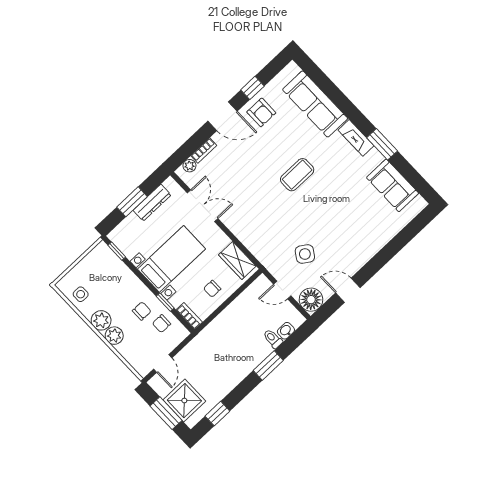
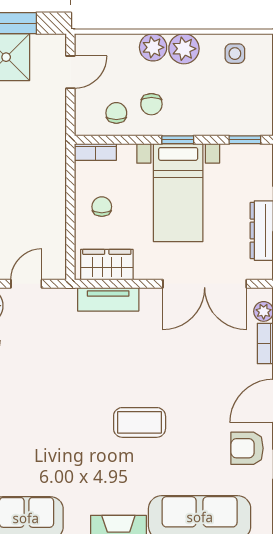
coffee table: (297, 175) -> (140, 422), turned 90
double door: (203, 206) -> (205, 284), width x1.37
tv unit: (253, 244) -> (108, 299), added
side table: (305, 254) -> (42, 347), removed
window: (165, 302) -> (178, 140), moved
door: (163, 363) -> (70, 72), swing flipped

